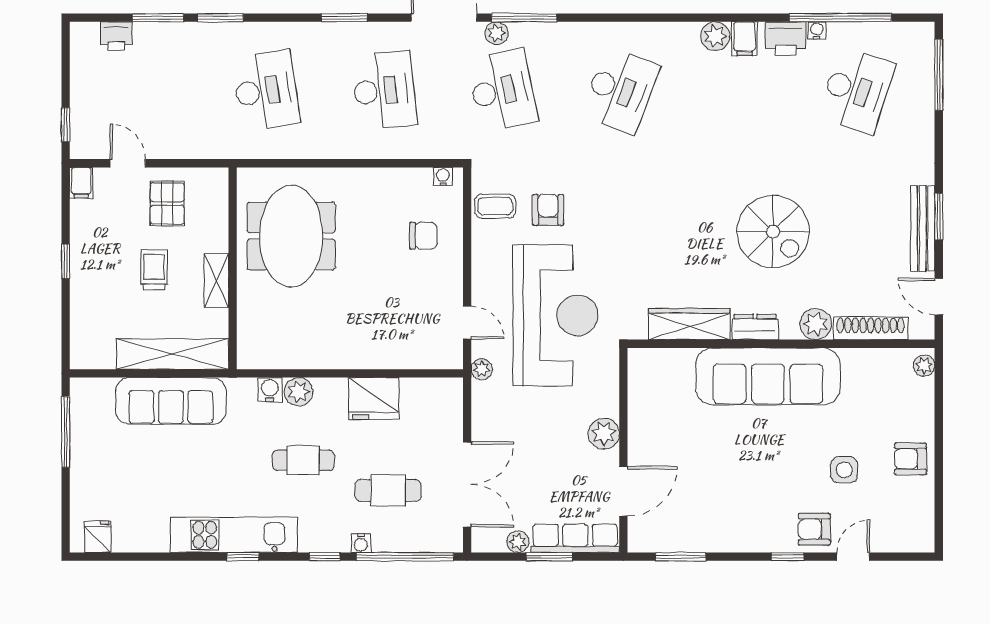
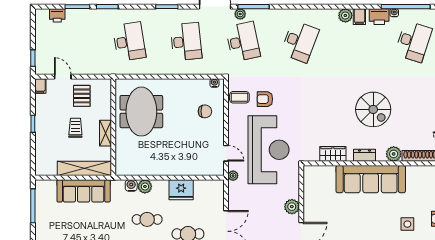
armchair: (548, 210) -> (265, 99), turned -90
wardrobe: (689, 324) -> (333, 154), width x0.67

